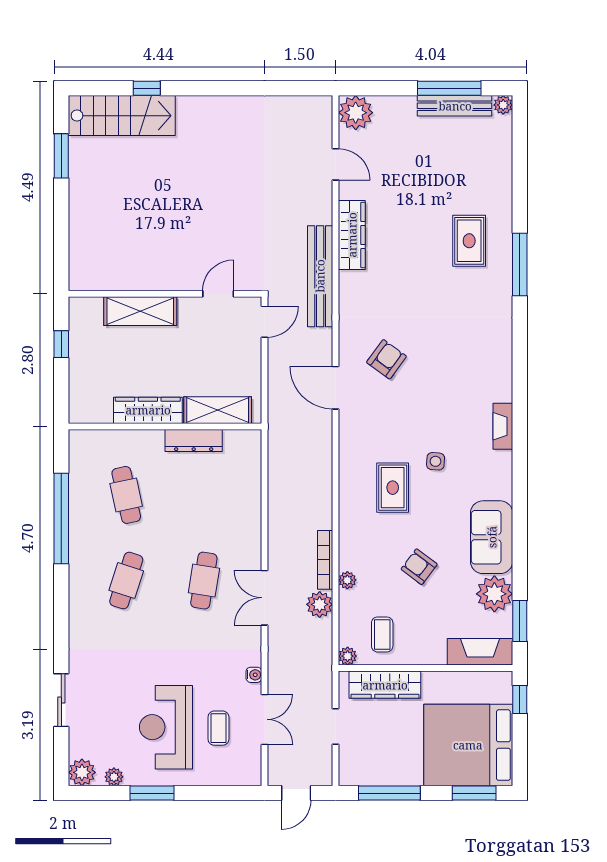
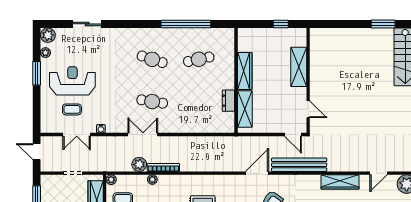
bench: (320, 276) -> (299, 165), moved
dresser: (194, 440) -> (228, 101), width x0.70

